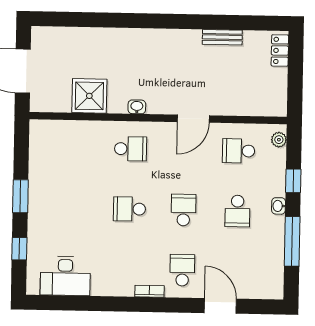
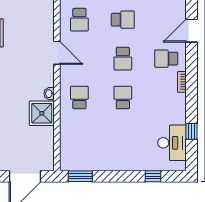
shower: (89, 96) -> (42, 113), moved
window: (20, 196) -> (80, 176), moved
school desk: (129, 209) -> (123, 98), turned 180
school desk: (183, 210) -> (123, 59), turned -90
window: (81, 303) -> (191, 131), added

